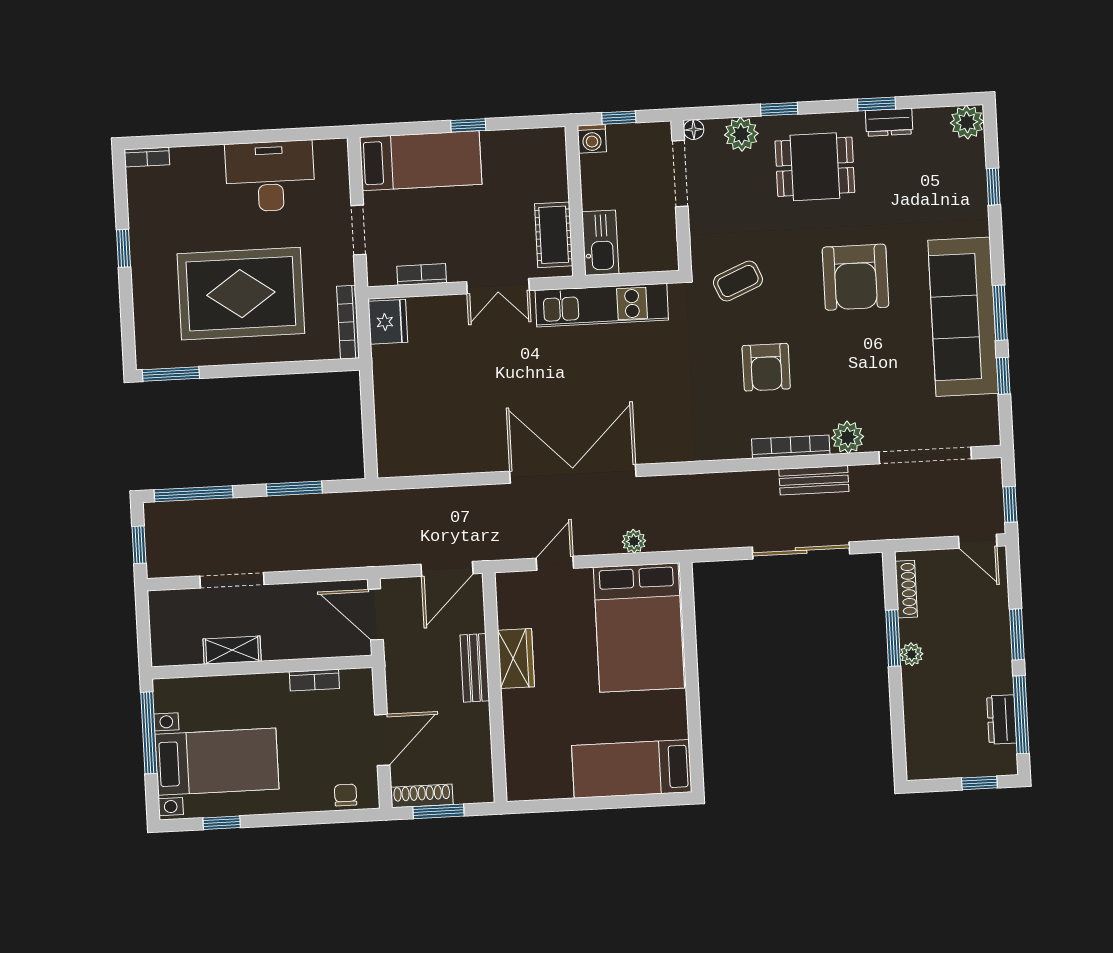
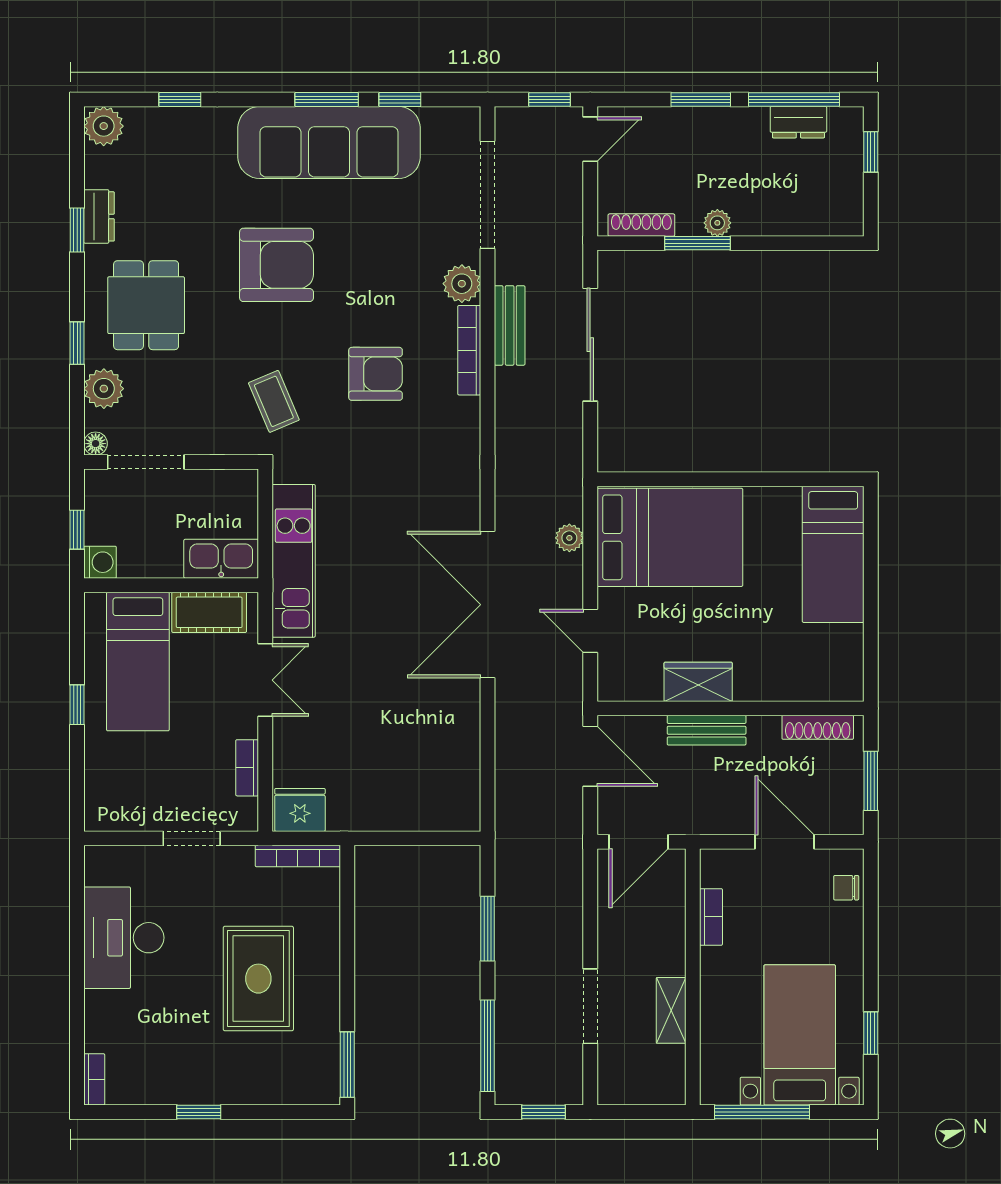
bed: (421, 161) -> (138, 662), moved, turned 180
rug: (241, 294) -> (258, 979), width x0.73, depth x0.69
shoe rack: (422, 796) -> (818, 727), moved, turned -90

